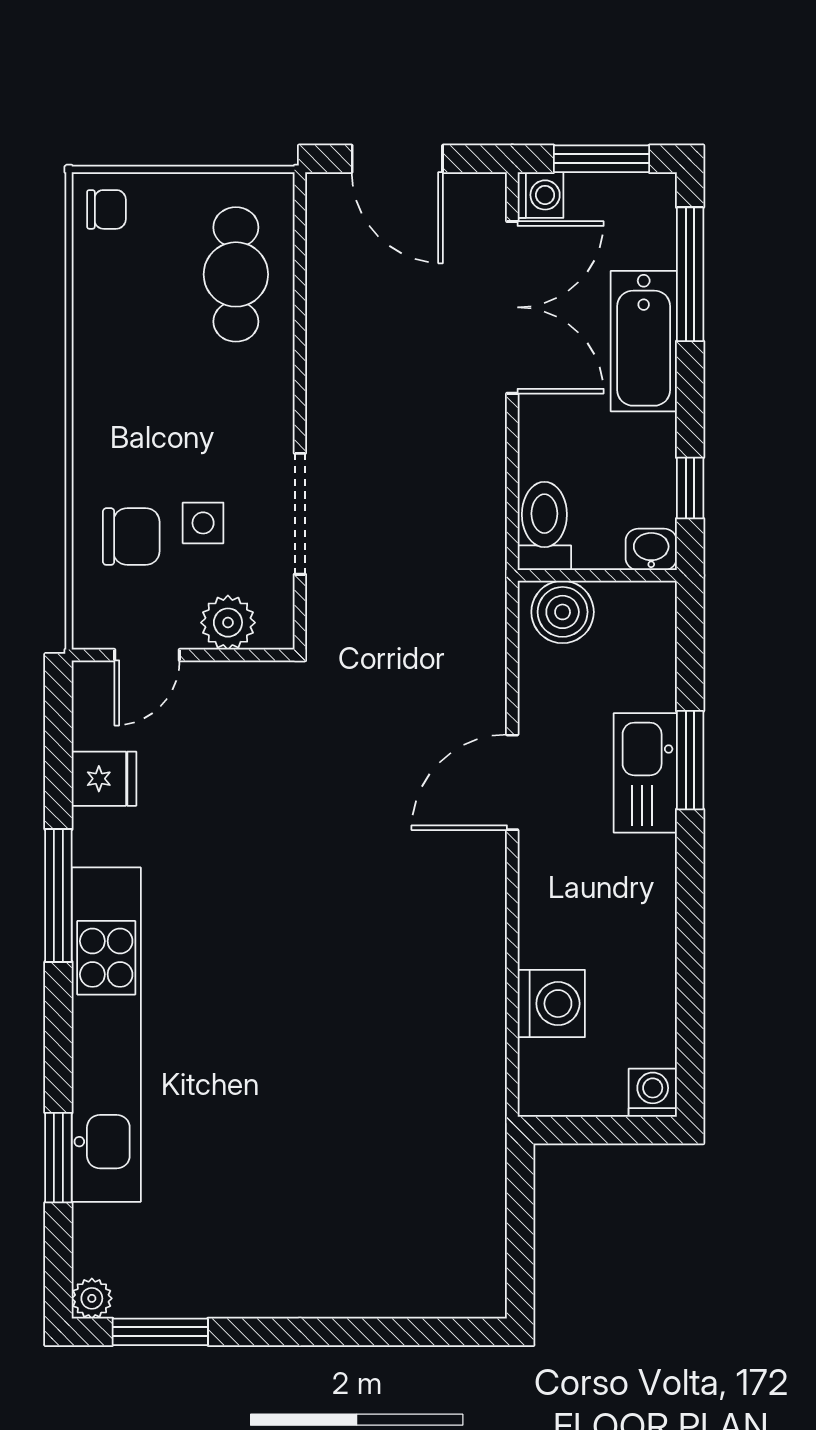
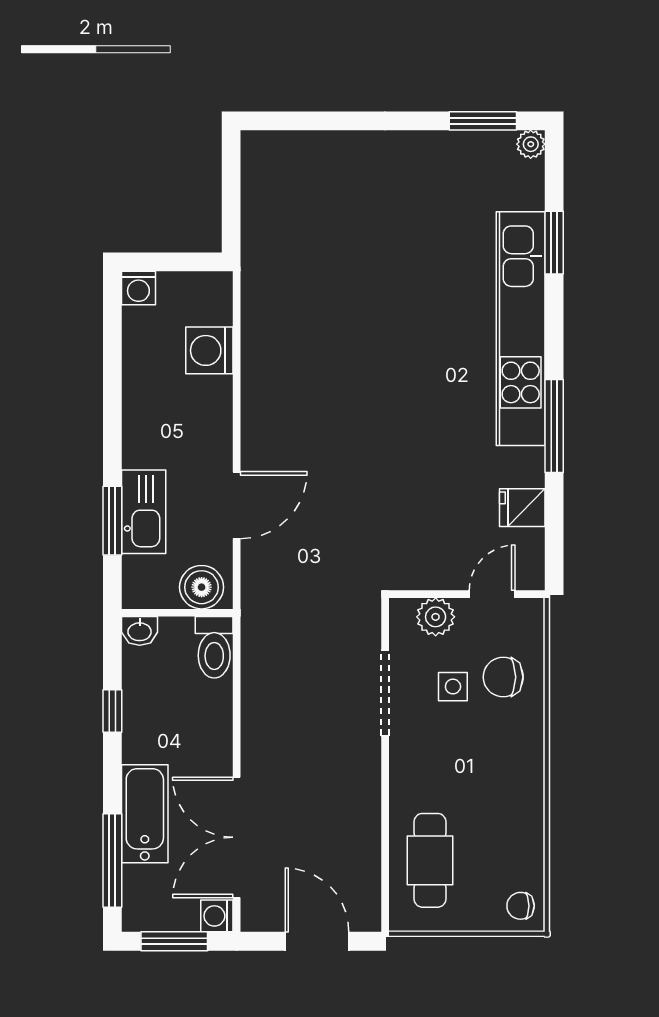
toilet: (544, 526) -> (214, 647), moved
washbasin: (651, 549) -> (140, 631), moved
wall: (597, 575) -> (177, 613), moved
boiler: (563, 612) -> (202, 587), moved

